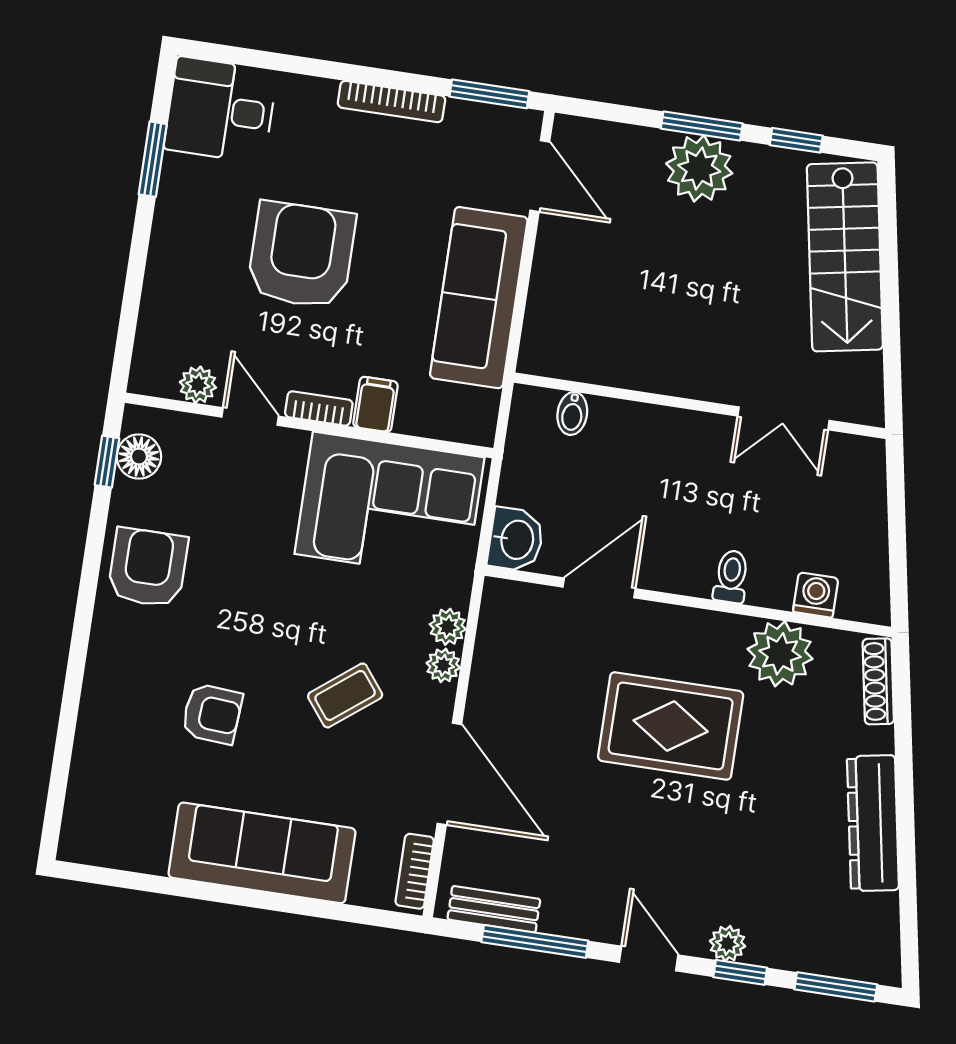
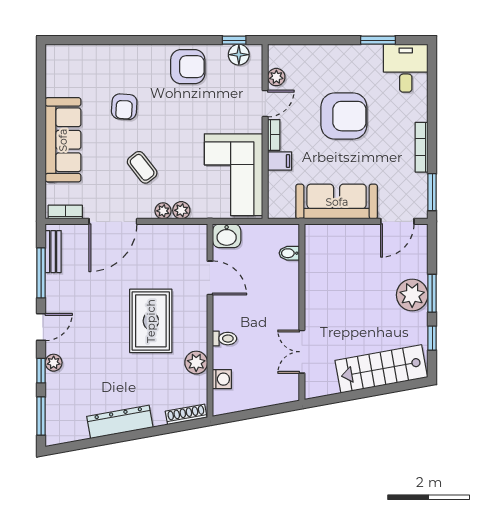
plant: (780, 654) -> (196, 363), width x0.73, depth x0.73

